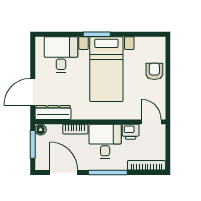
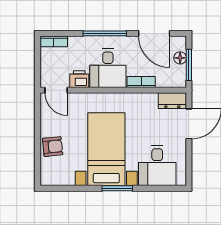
armchair: (154, 71) -> (53, 147), turned -96
dresser: (53, 112) -> (172, 101), width x0.70
floor lamp: (41, 130) -> (180, 58), moved
bookcase: (147, 165) -> (54, 41), width x0.64

